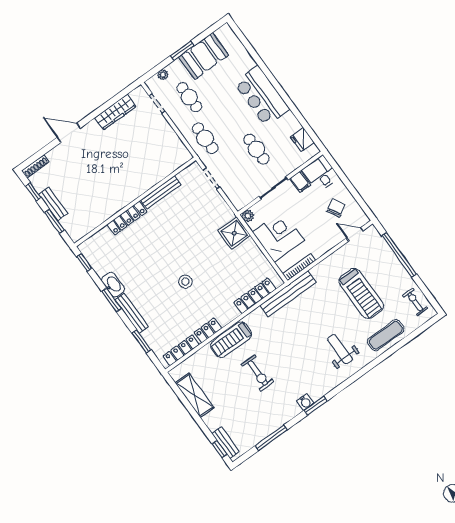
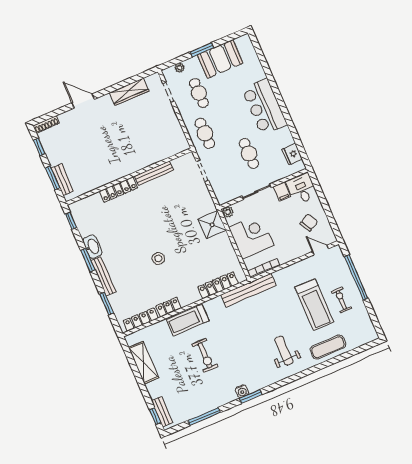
bench: (53, 204) -> (62, 180), moved
exercise bike: (415, 302) -> (341, 300), moved

